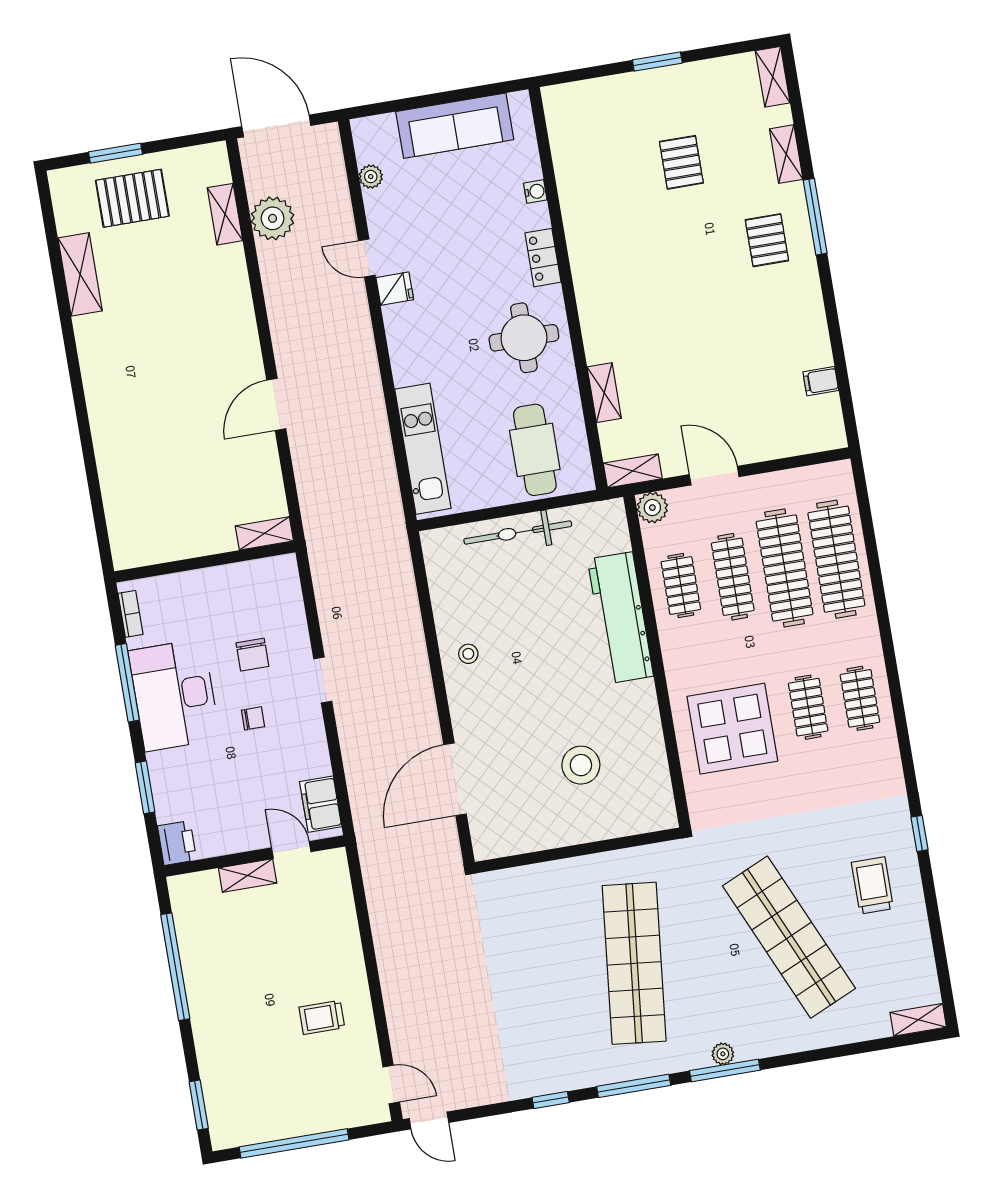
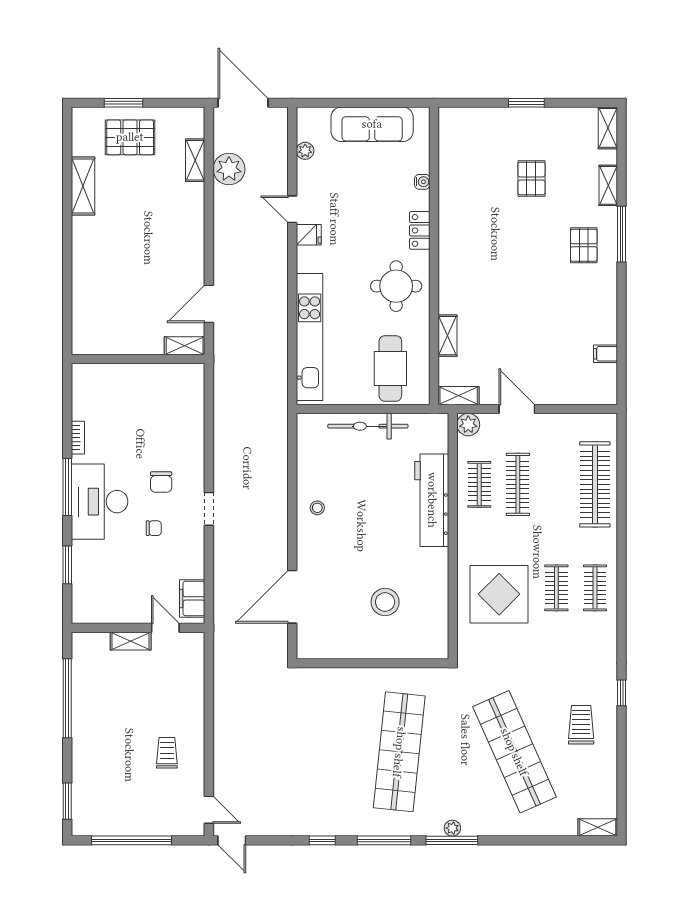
kitchen unit: (423, 449) -> (310, 337), width x1.36
shelving: (264, 533) -> (185, 346), moved
wall: (205, 562) -> (138, 359), moved
clothes rail: (785, 568) -> (556, 484), removed
printer: (177, 843) -> (84, 609), removed
trolley: (322, 1017) -> (167, 753), turned 90

